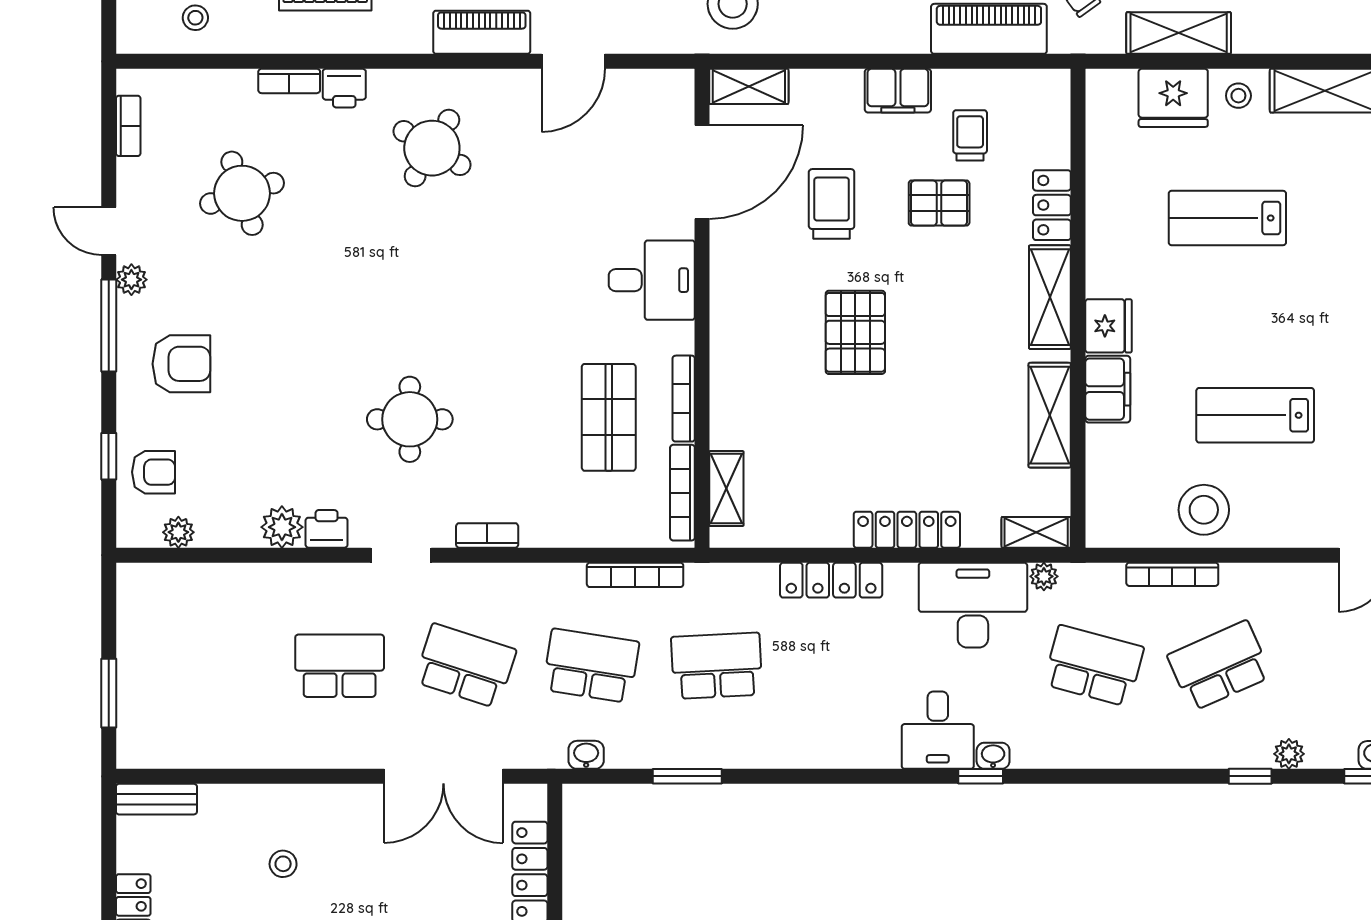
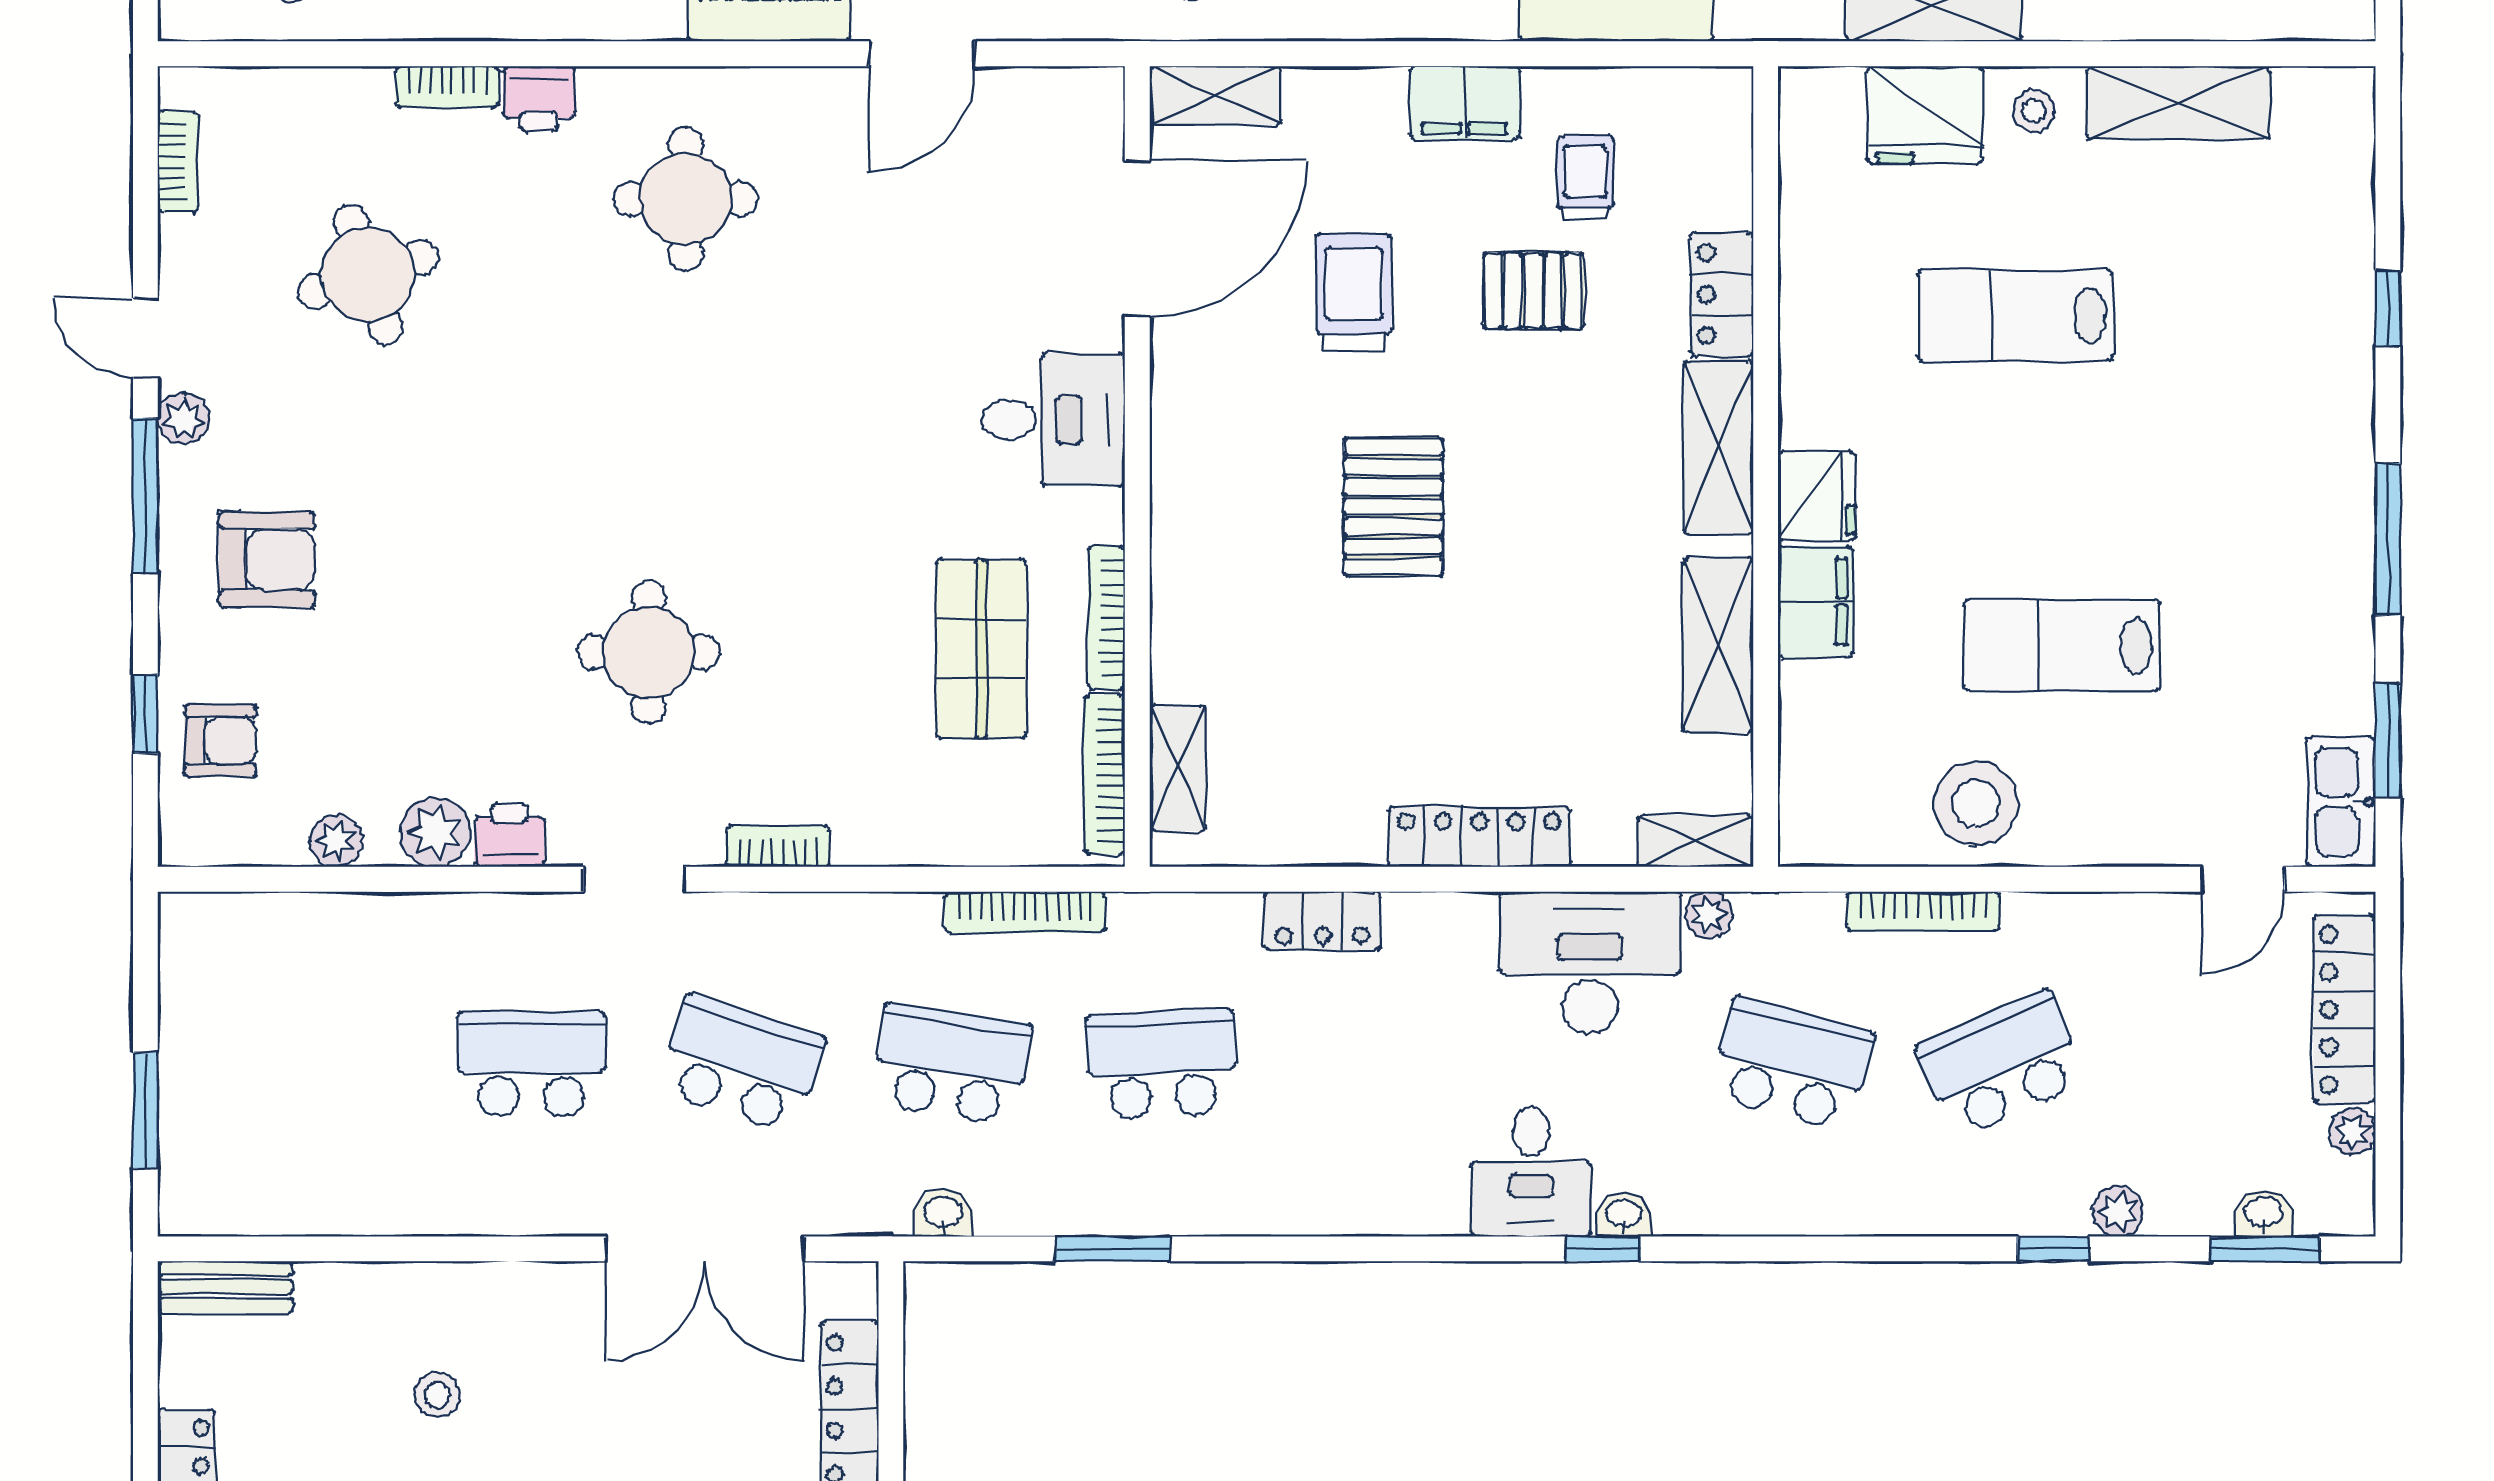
round table: (432, 148) -> (686, 199), turned -31
plant: (178, 532) -> (336, 841), moved
locker: (831, 580) -> (1322, 921), width x0.66

